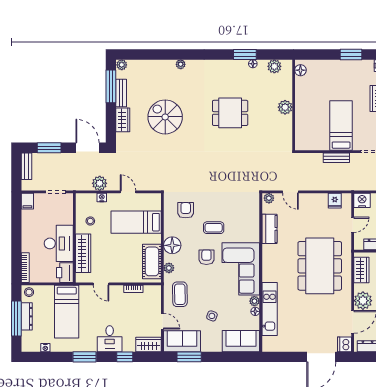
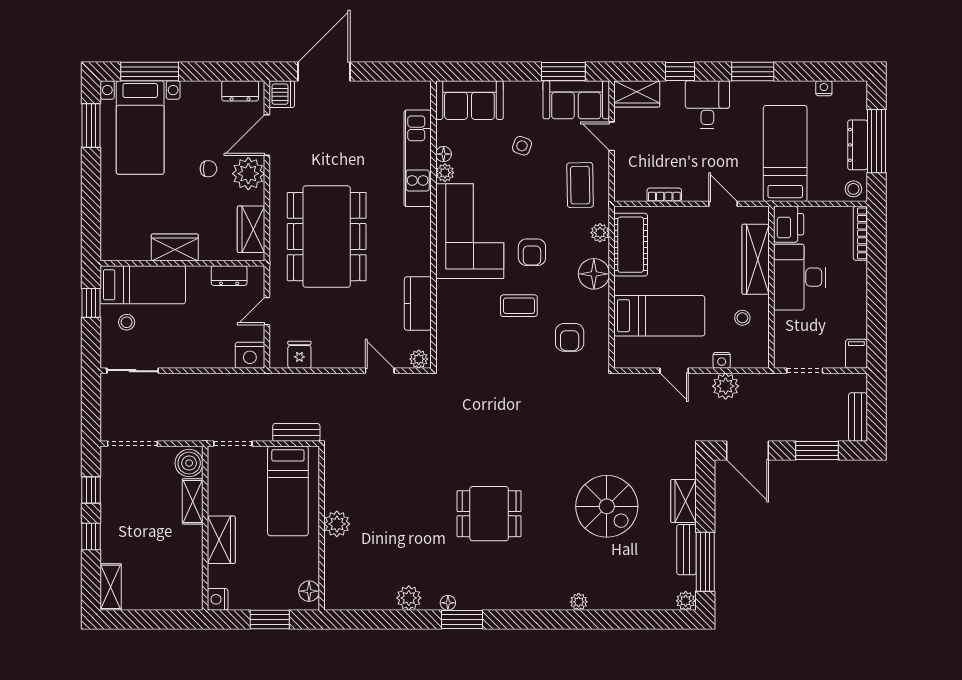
floor lamp: (300, 70) -> (309, 591), moved
wall: (294, 105) -> (322, 528), moved
plant: (285, 107) -> (337, 524), moved

